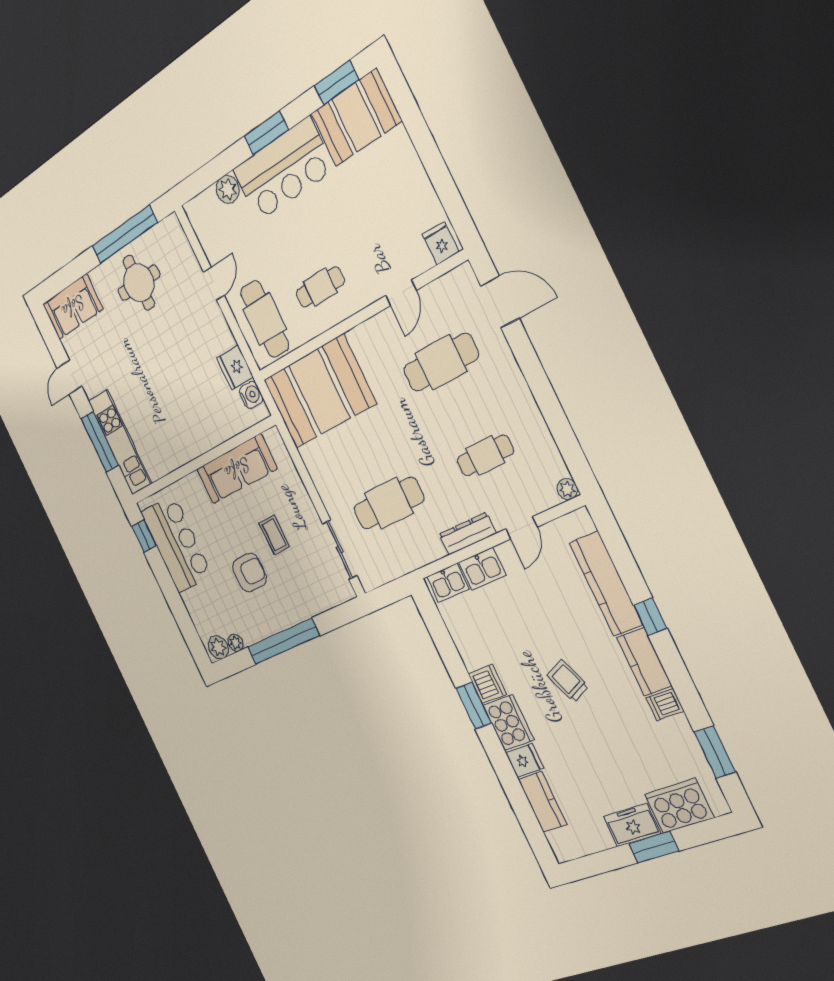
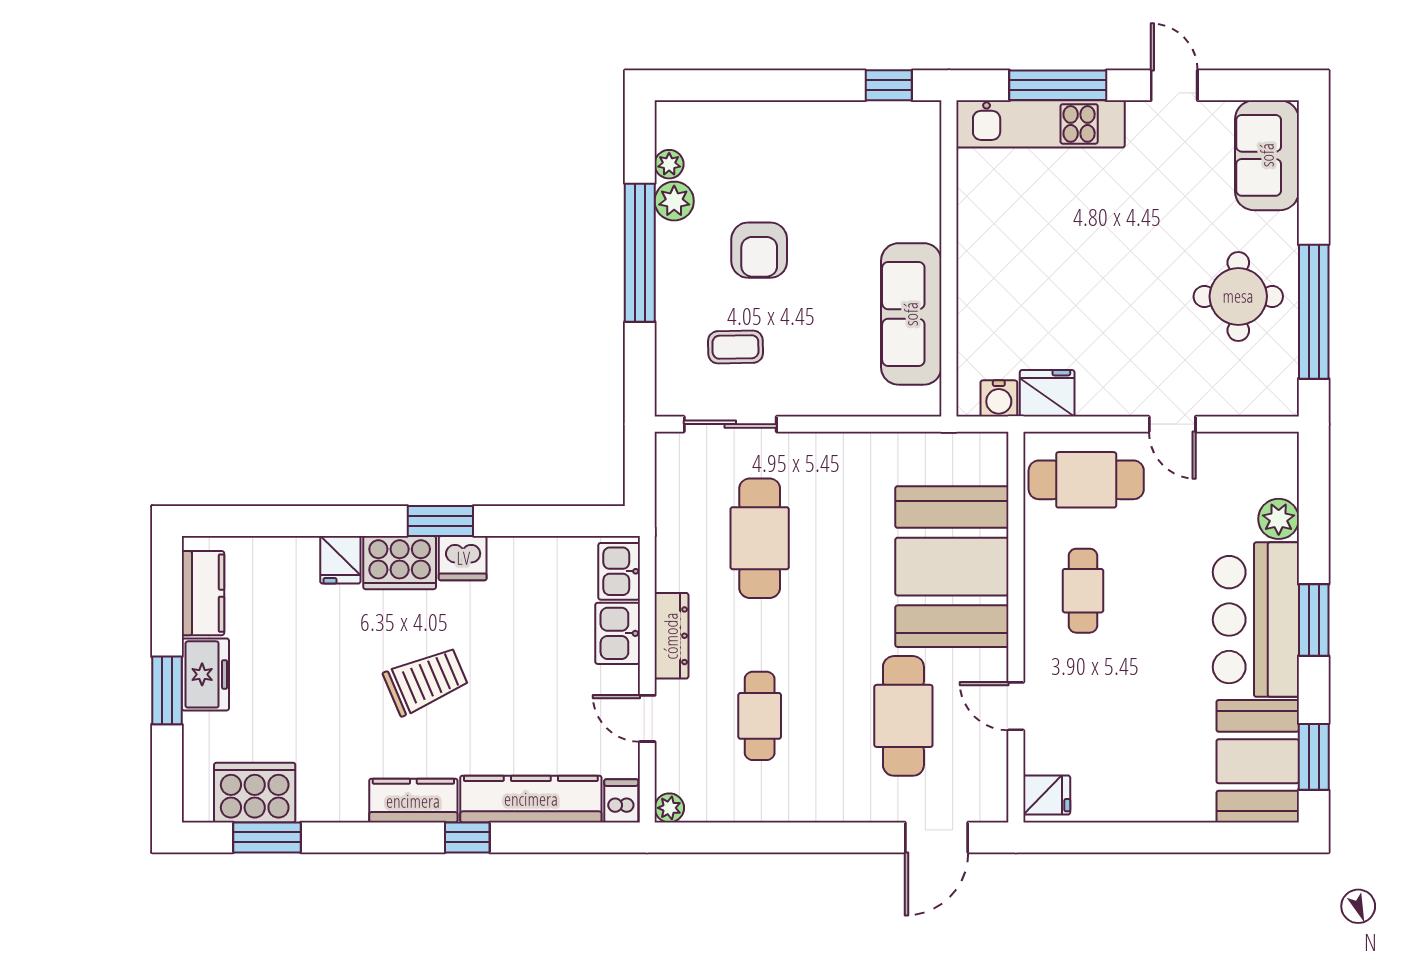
booth: (319, 392) -> (952, 567), moved
coffee table: (274, 535) -> (735, 347), moved
bar counter: (176, 544) -> (853, 140), removed
plant: (218, 647) -> (674, 201), moved
trolley: (568, 681) -> (426, 681), width x1.36, depth x1.39
dishwasher: (665, 704) -> (621, 801), moved
kitchen counter: (542, 802) -> (203, 593), moved, turned -90
cooker: (679, 806) -> (255, 793), moved, turned -90

